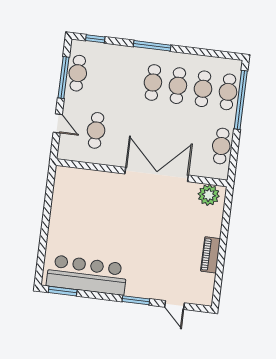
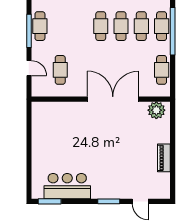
bar counter: (87, 275) -> (67, 186), width x0.73

